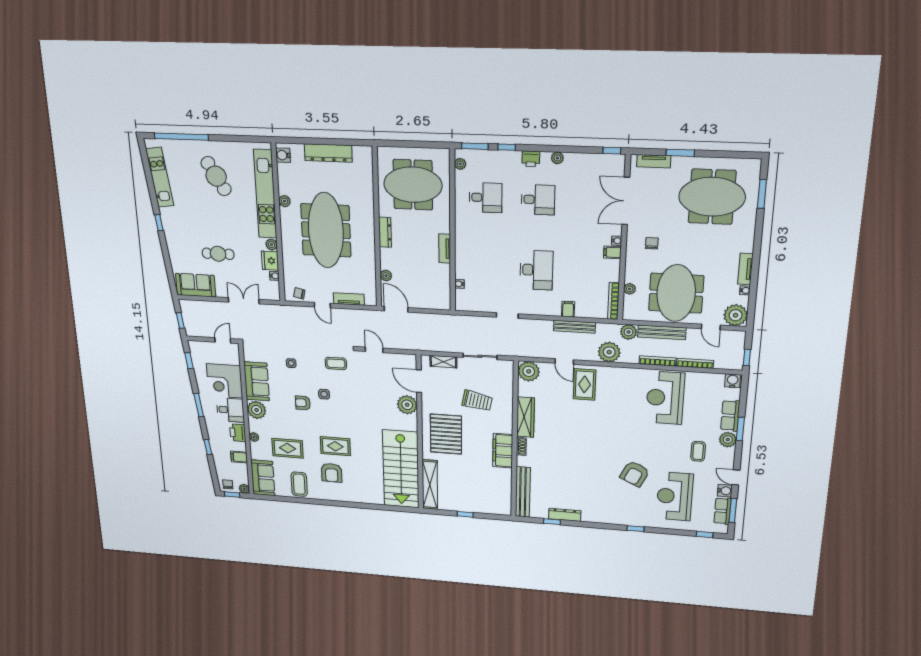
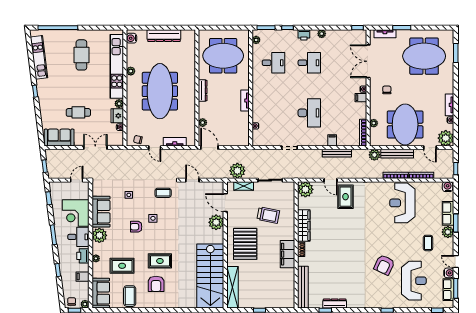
cafe table: (216, 176) -> (81, 55), turned 30
plant: (609, 352) -> (237, 171), moved
reception desk: (675, 496) -> (414, 281), turned 180

